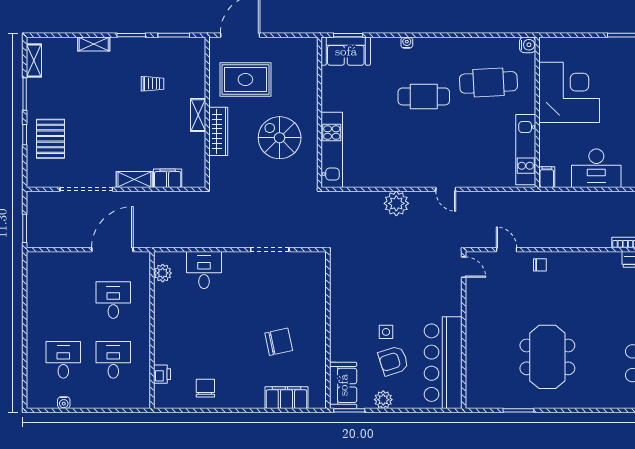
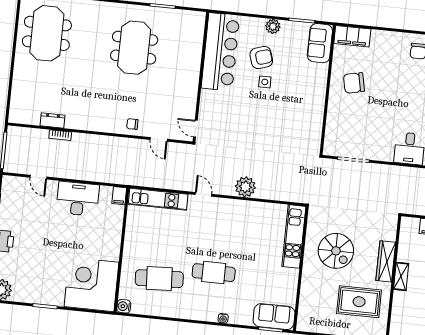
corner desk: (569, 92) -> (91, 284), moved, turned 90
kitchen unit: (526, 150) -> (158, 199), moved, turned 90
wall: (328, 330) -> (328, 90), moved
sofa: (343, 385) -> (320, 43), moved

